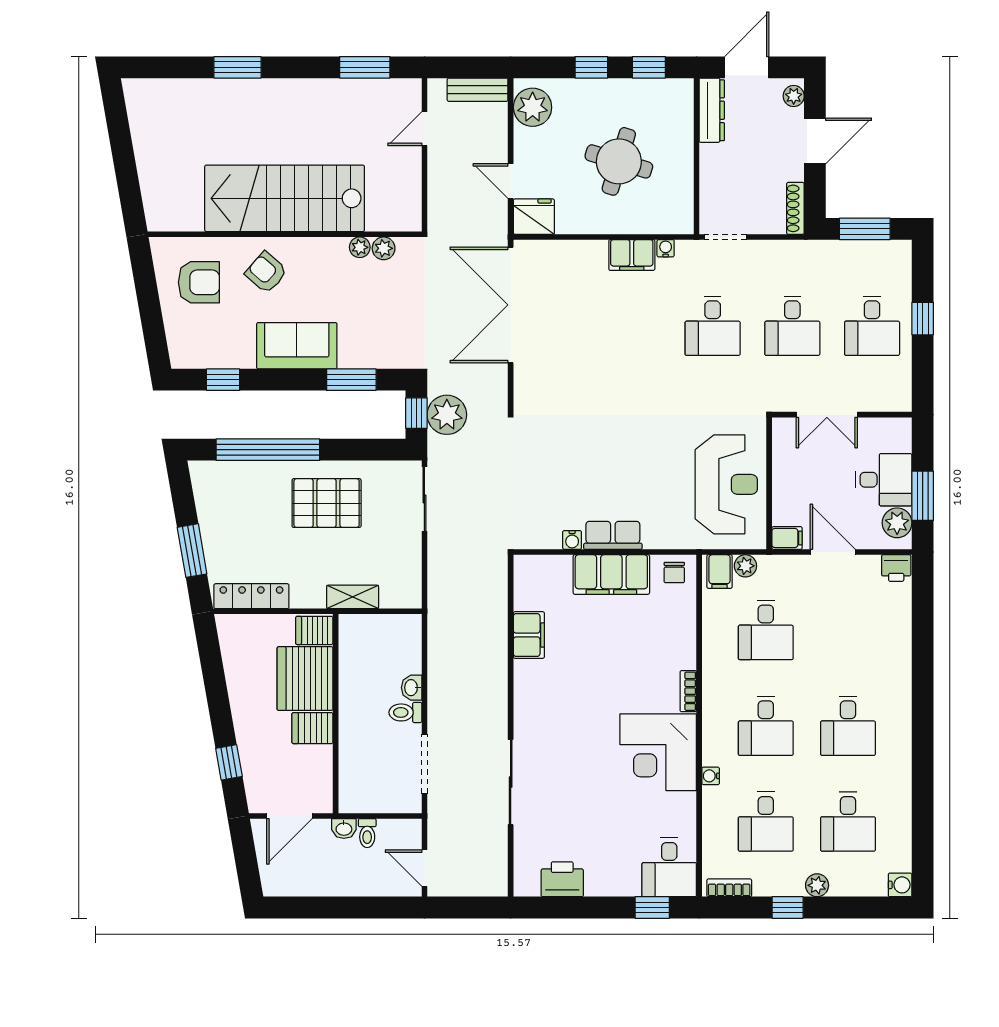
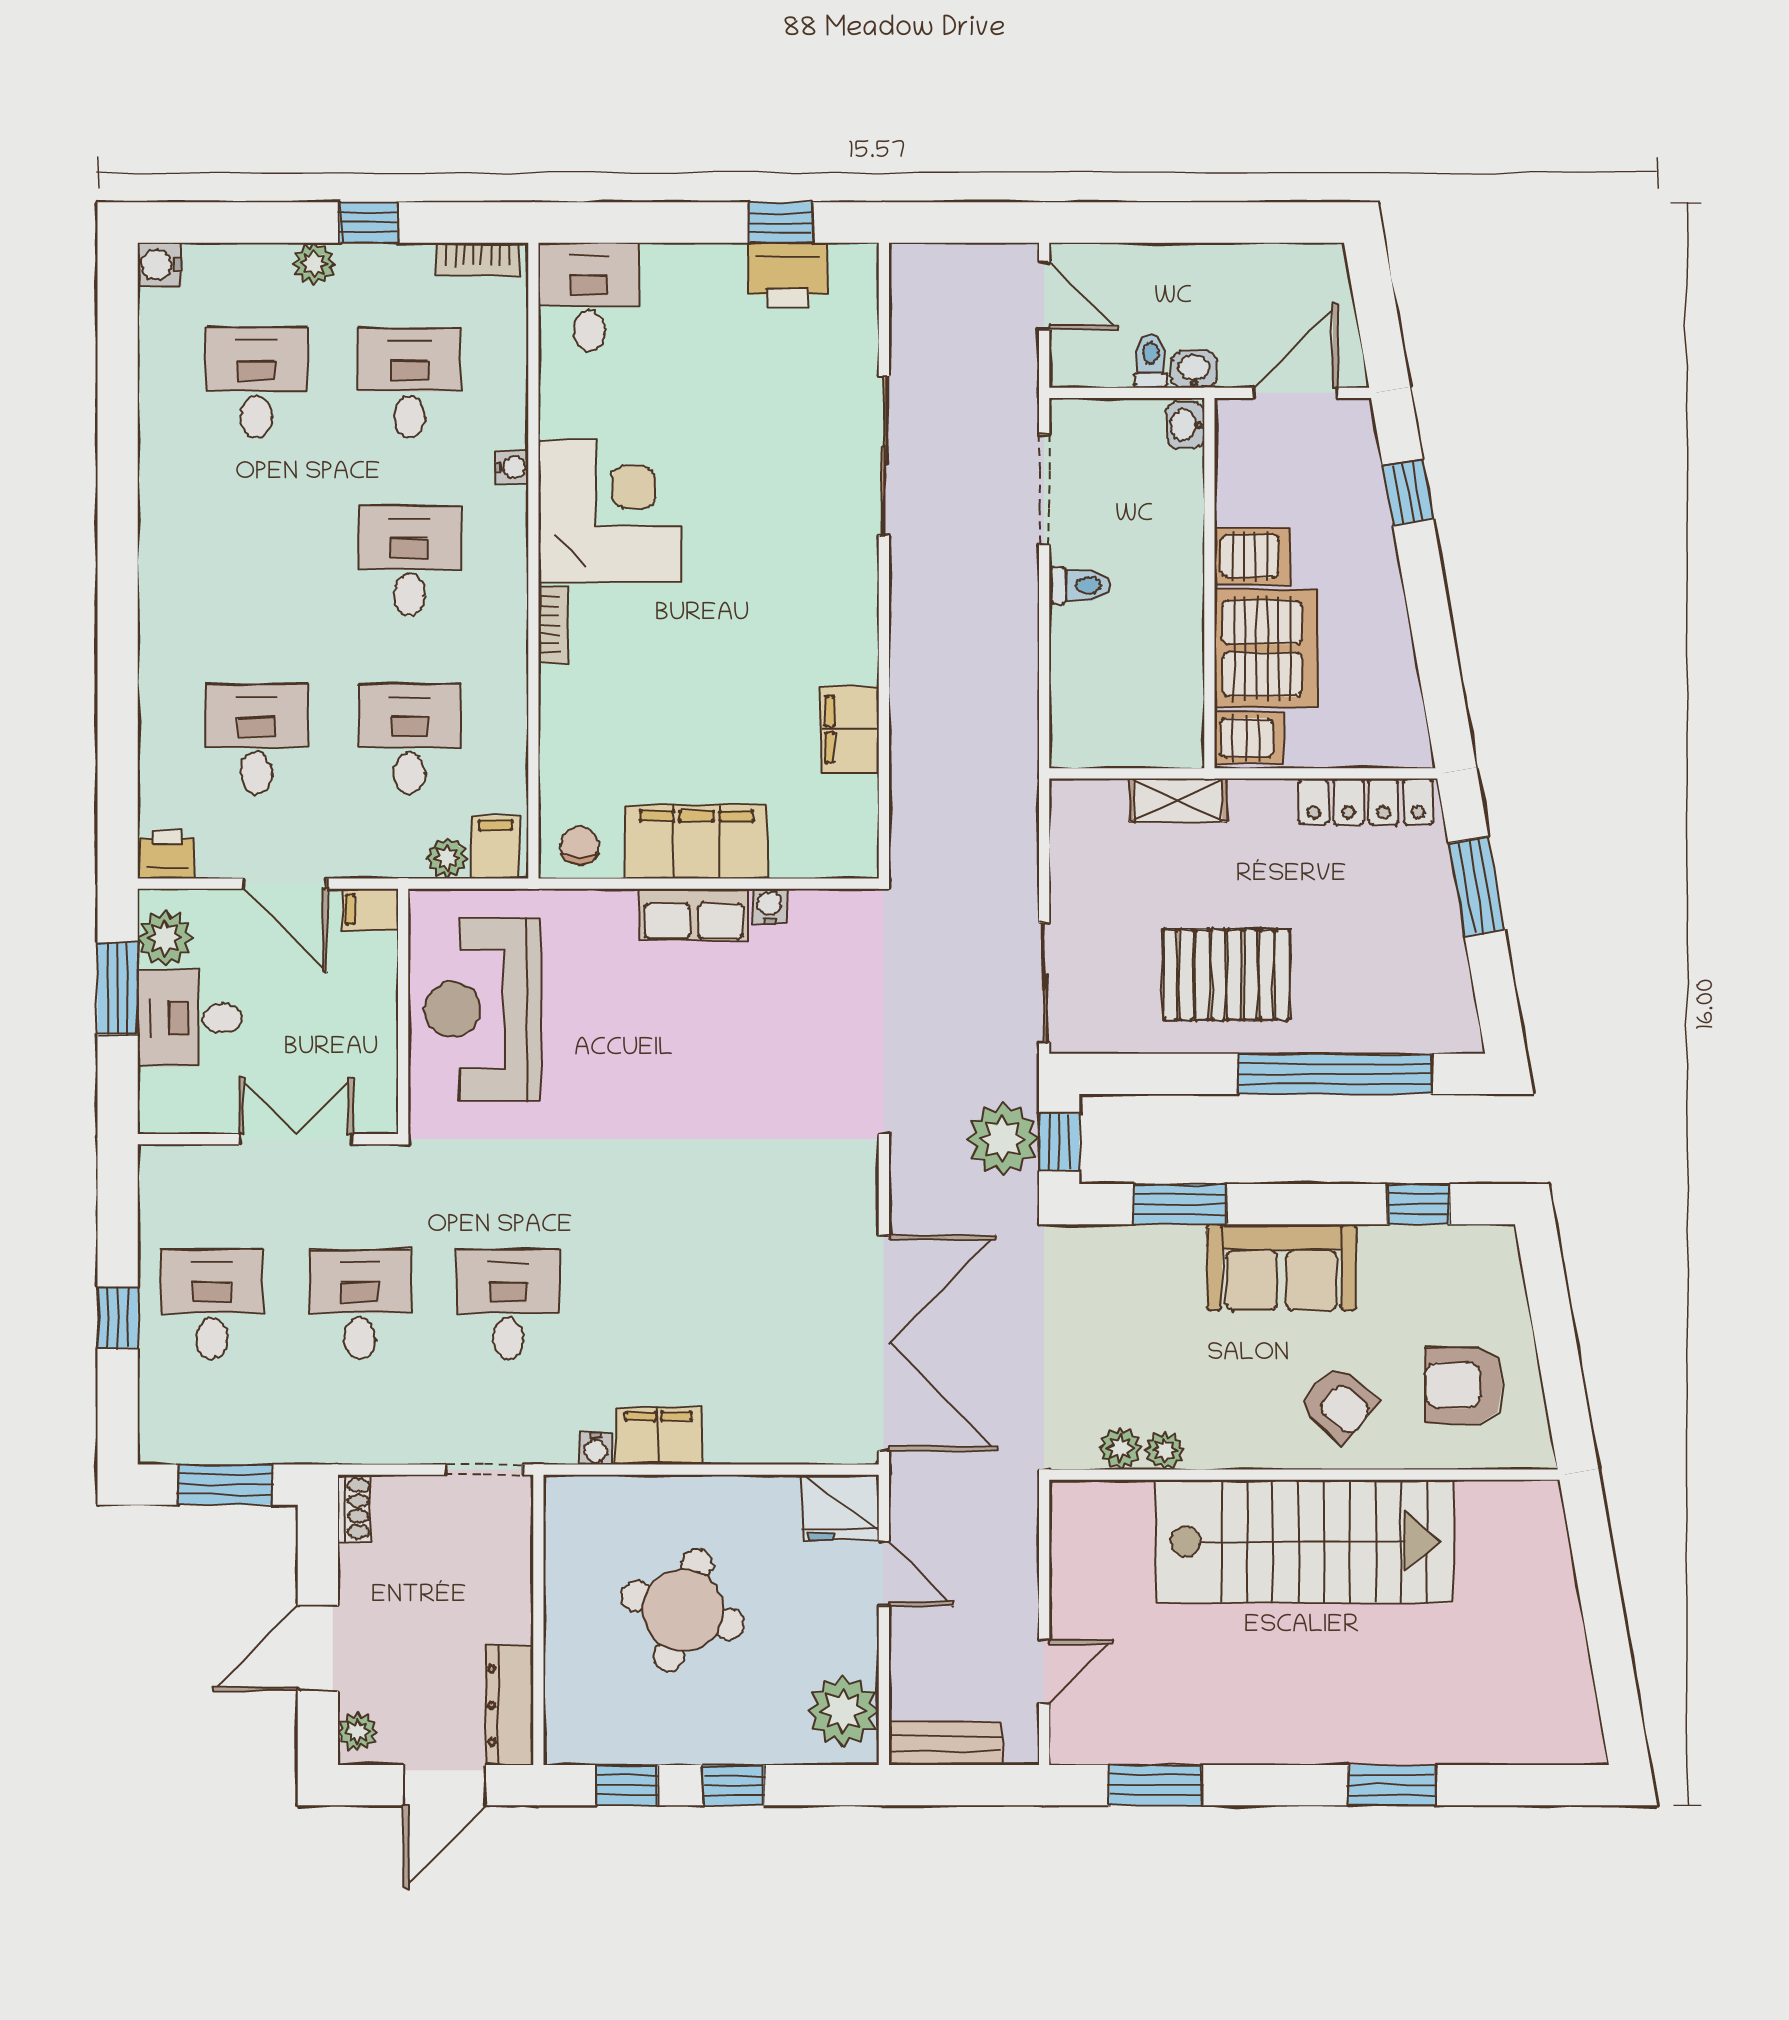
shoe rack: (795, 208) -> (354, 1508), width x0.70
washbasin: (412, 688) -> (1186, 425), moved, turned 180
desk: (848, 726) -> (256, 739), moved
window: (652, 908) -> (781, 223), moved

